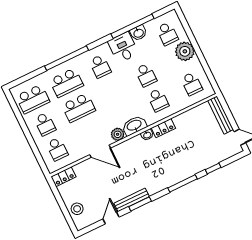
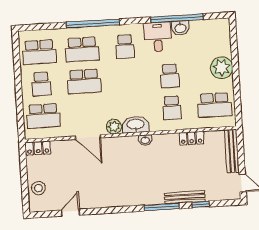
school desk: (167, 34) -> (211, 41), removed
school desk: (192, 84) -> (215, 105), width x1.85
locker: (163, 128) -> (192, 138), moved
school desk: (57, 149) -> (43, 116), width x1.85
bench: (132, 200) -> (185, 197), moved
window: (140, 204) -> (108, 210), removed

